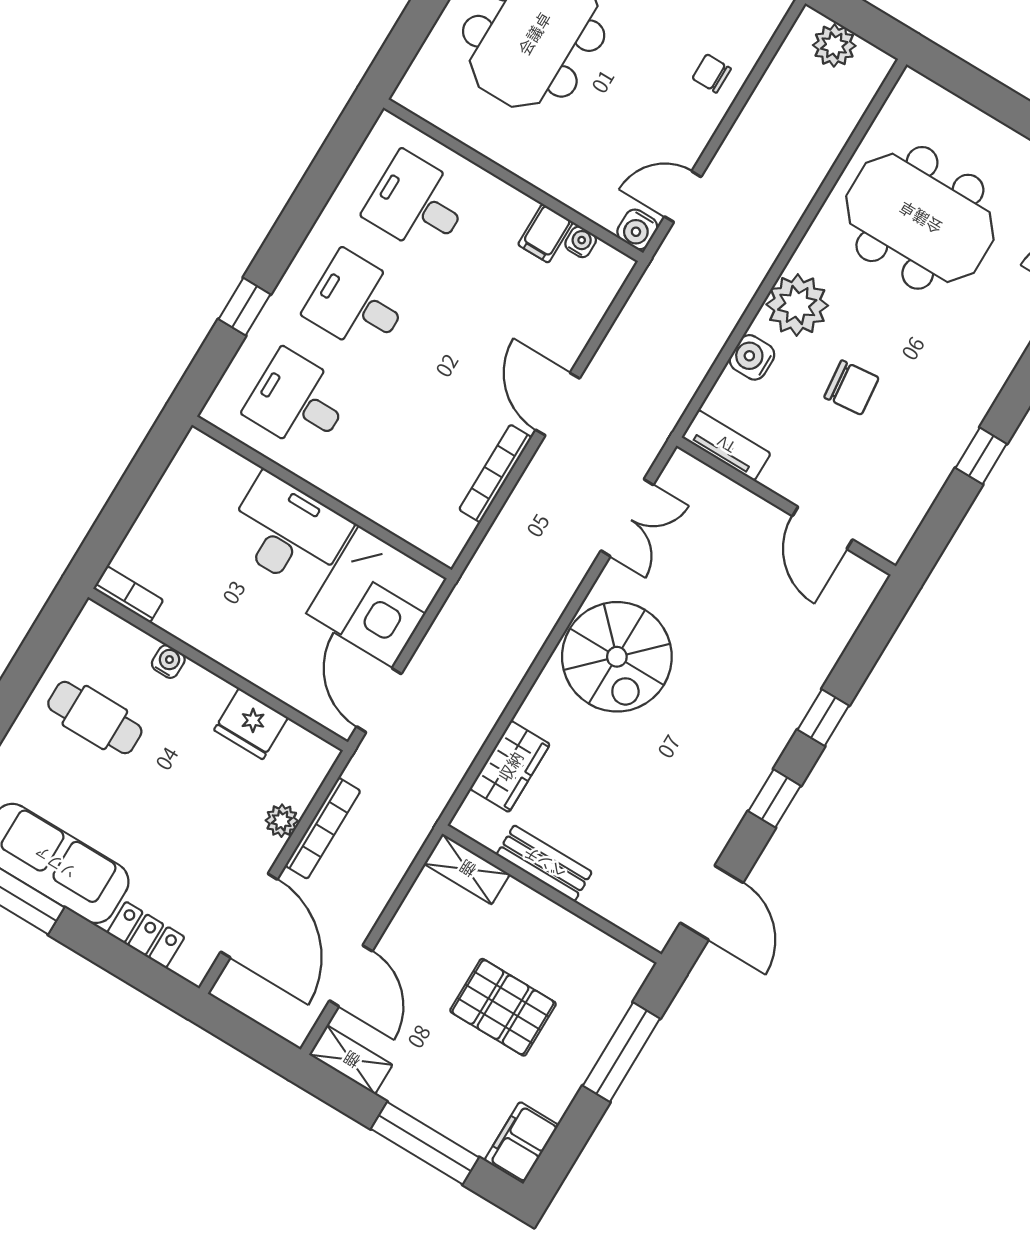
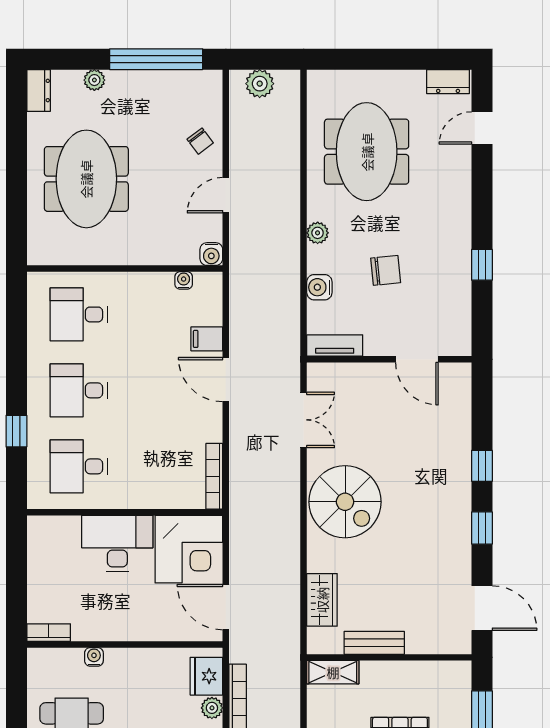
chair: (712, 73) -> (200, 141), turned -127
door: (683, 197) -> (226, 195), moved
meeting table: (920, 218) -> (367, 152), turned 90
filing cabinet: (545, 233) -> (207, 339), moved, turned 90
plant: (797, 305) -> (318, 233), width x0.53, depth x0.53
bookcase: (495, 473) -> (214, 476), moved
fridge: (251, 724) -> (206, 676), moved, turned 90

